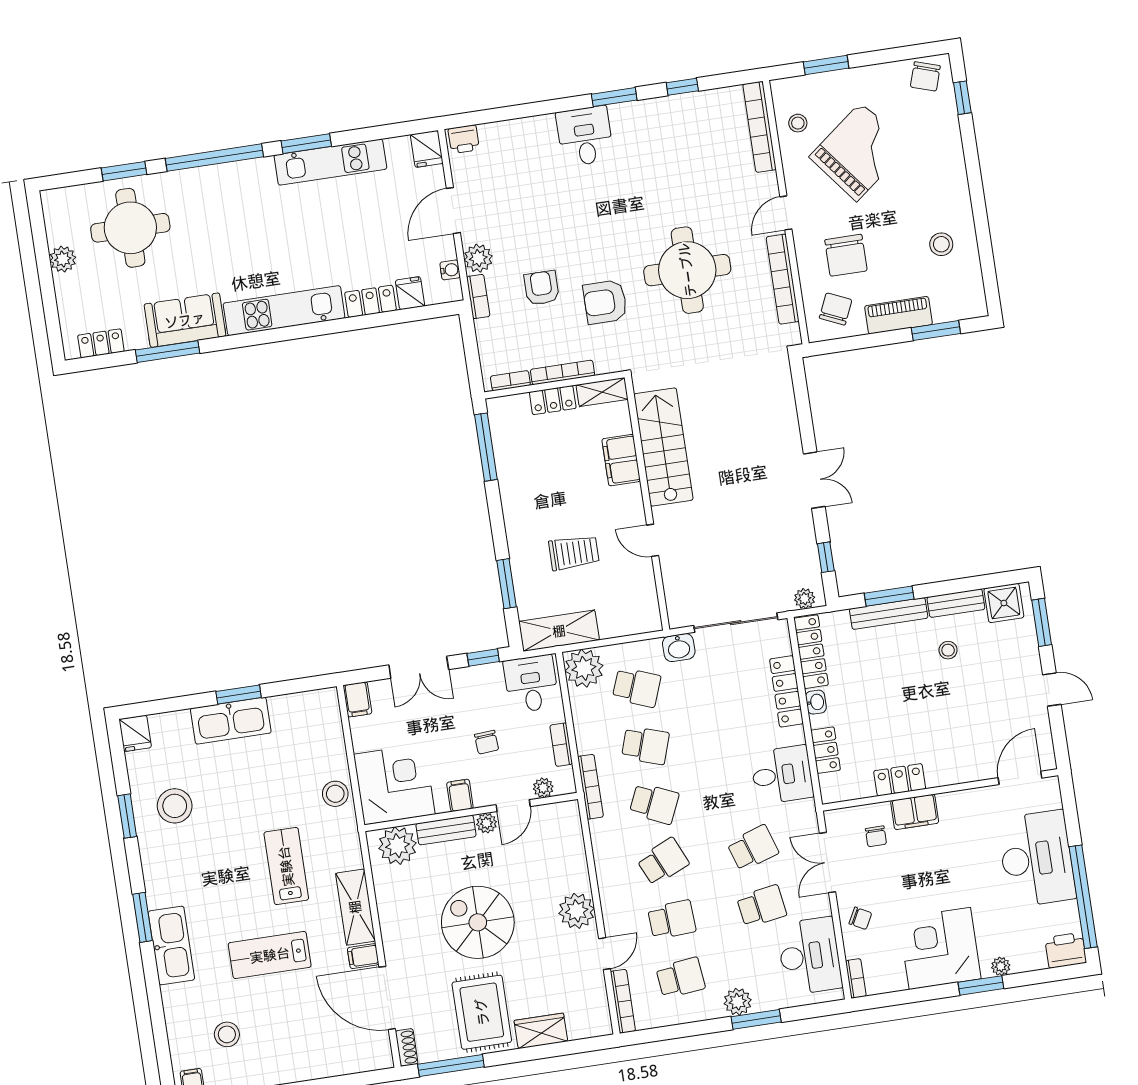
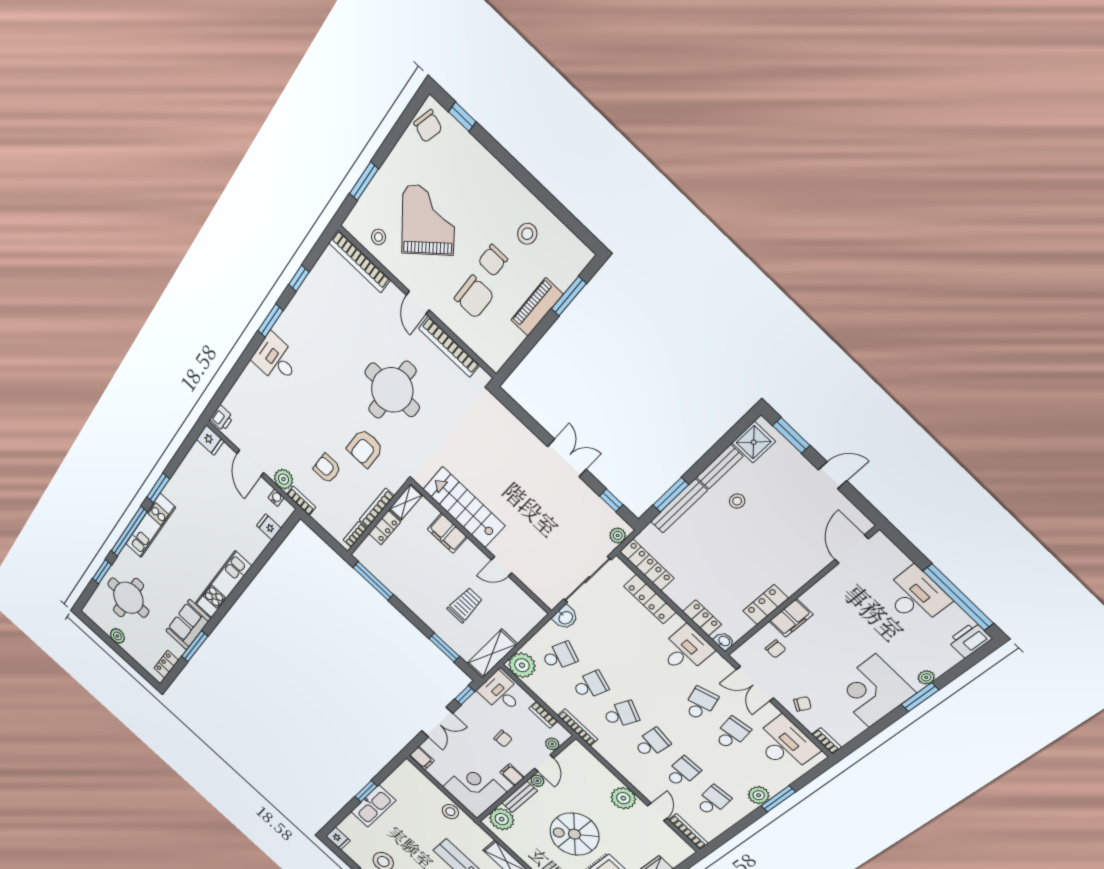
kitchen unit: (330, 162) -> (150, 526), moved
locker: (370, 301) -> (255, 547), removed
chair: (836, 309) -> (493, 260), moved, turned -114
washbasin: (816, 702) -> (724, 641), moved
desk: (1037, 859) -> (916, 596), width x0.73, depth x0.77
school desk: (663, 862) -> (652, 743), turned 30

